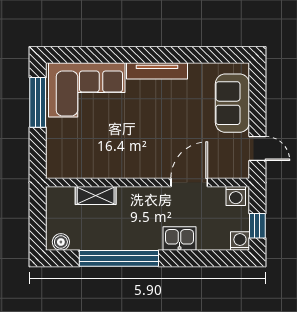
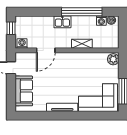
plant: (57, 165) -> (113, 59), added
shelving: (96, 196) -> (82, 44), moved
kitchen sink: (179, 238) -> (62, 22), moved
washing machine: (240, 241) -> (101, 21), moved

